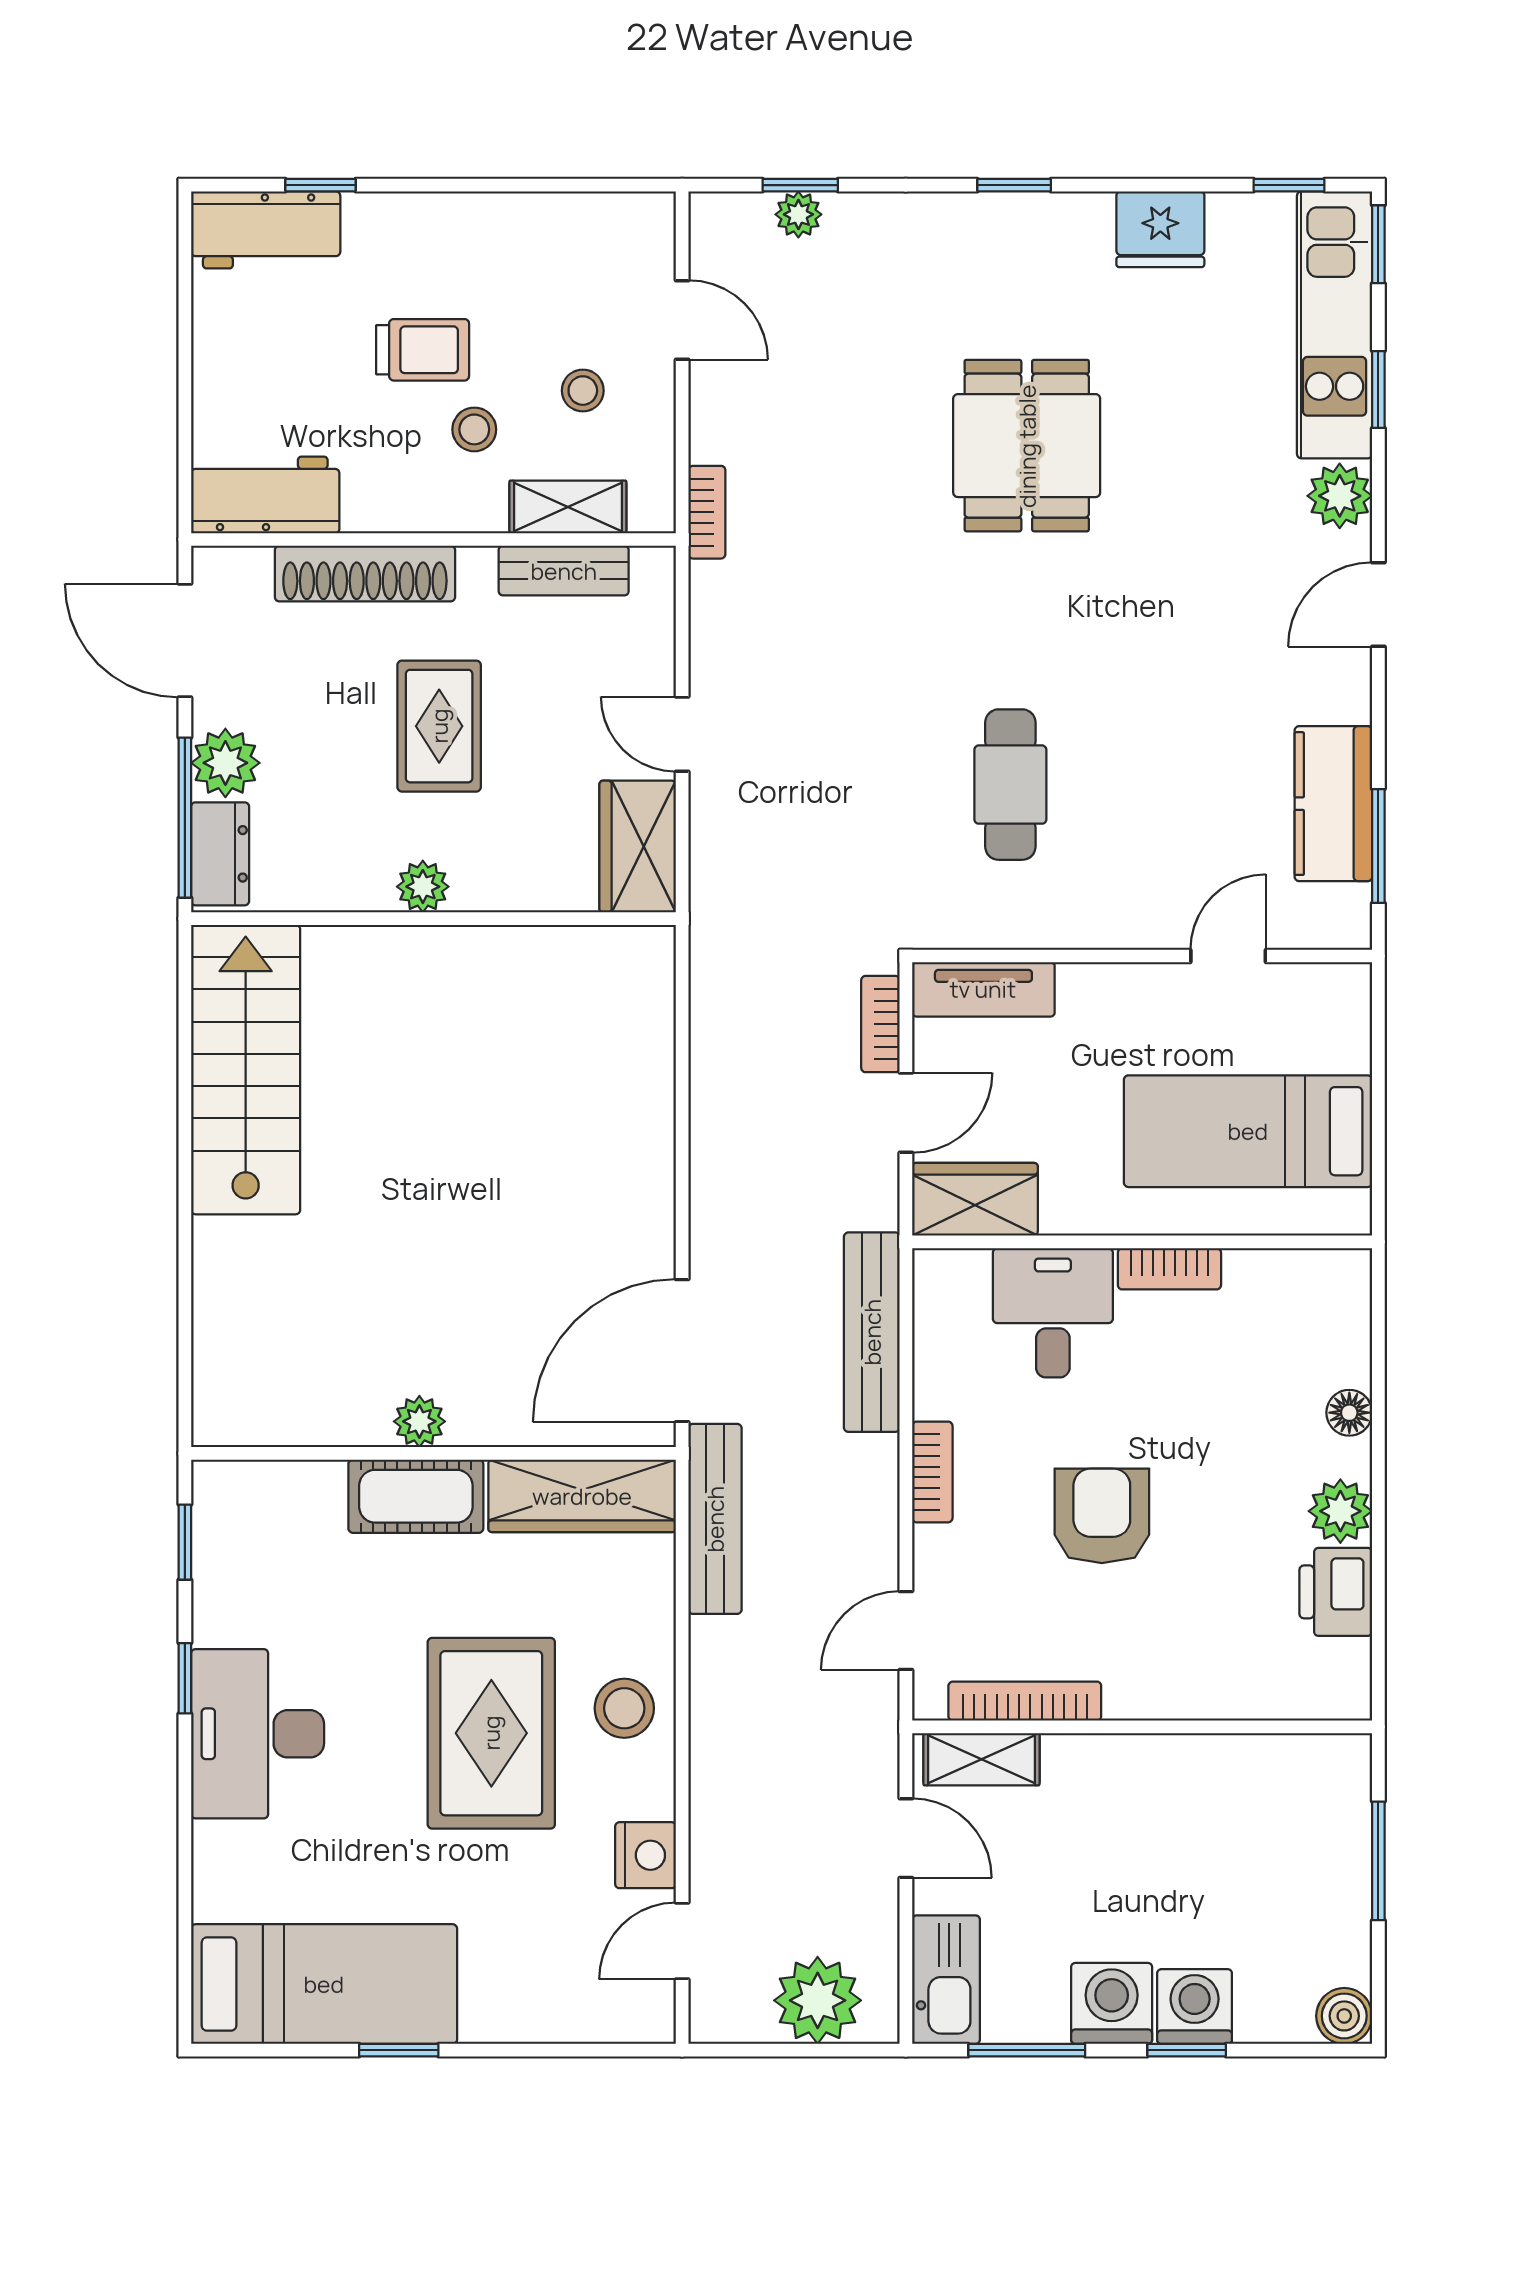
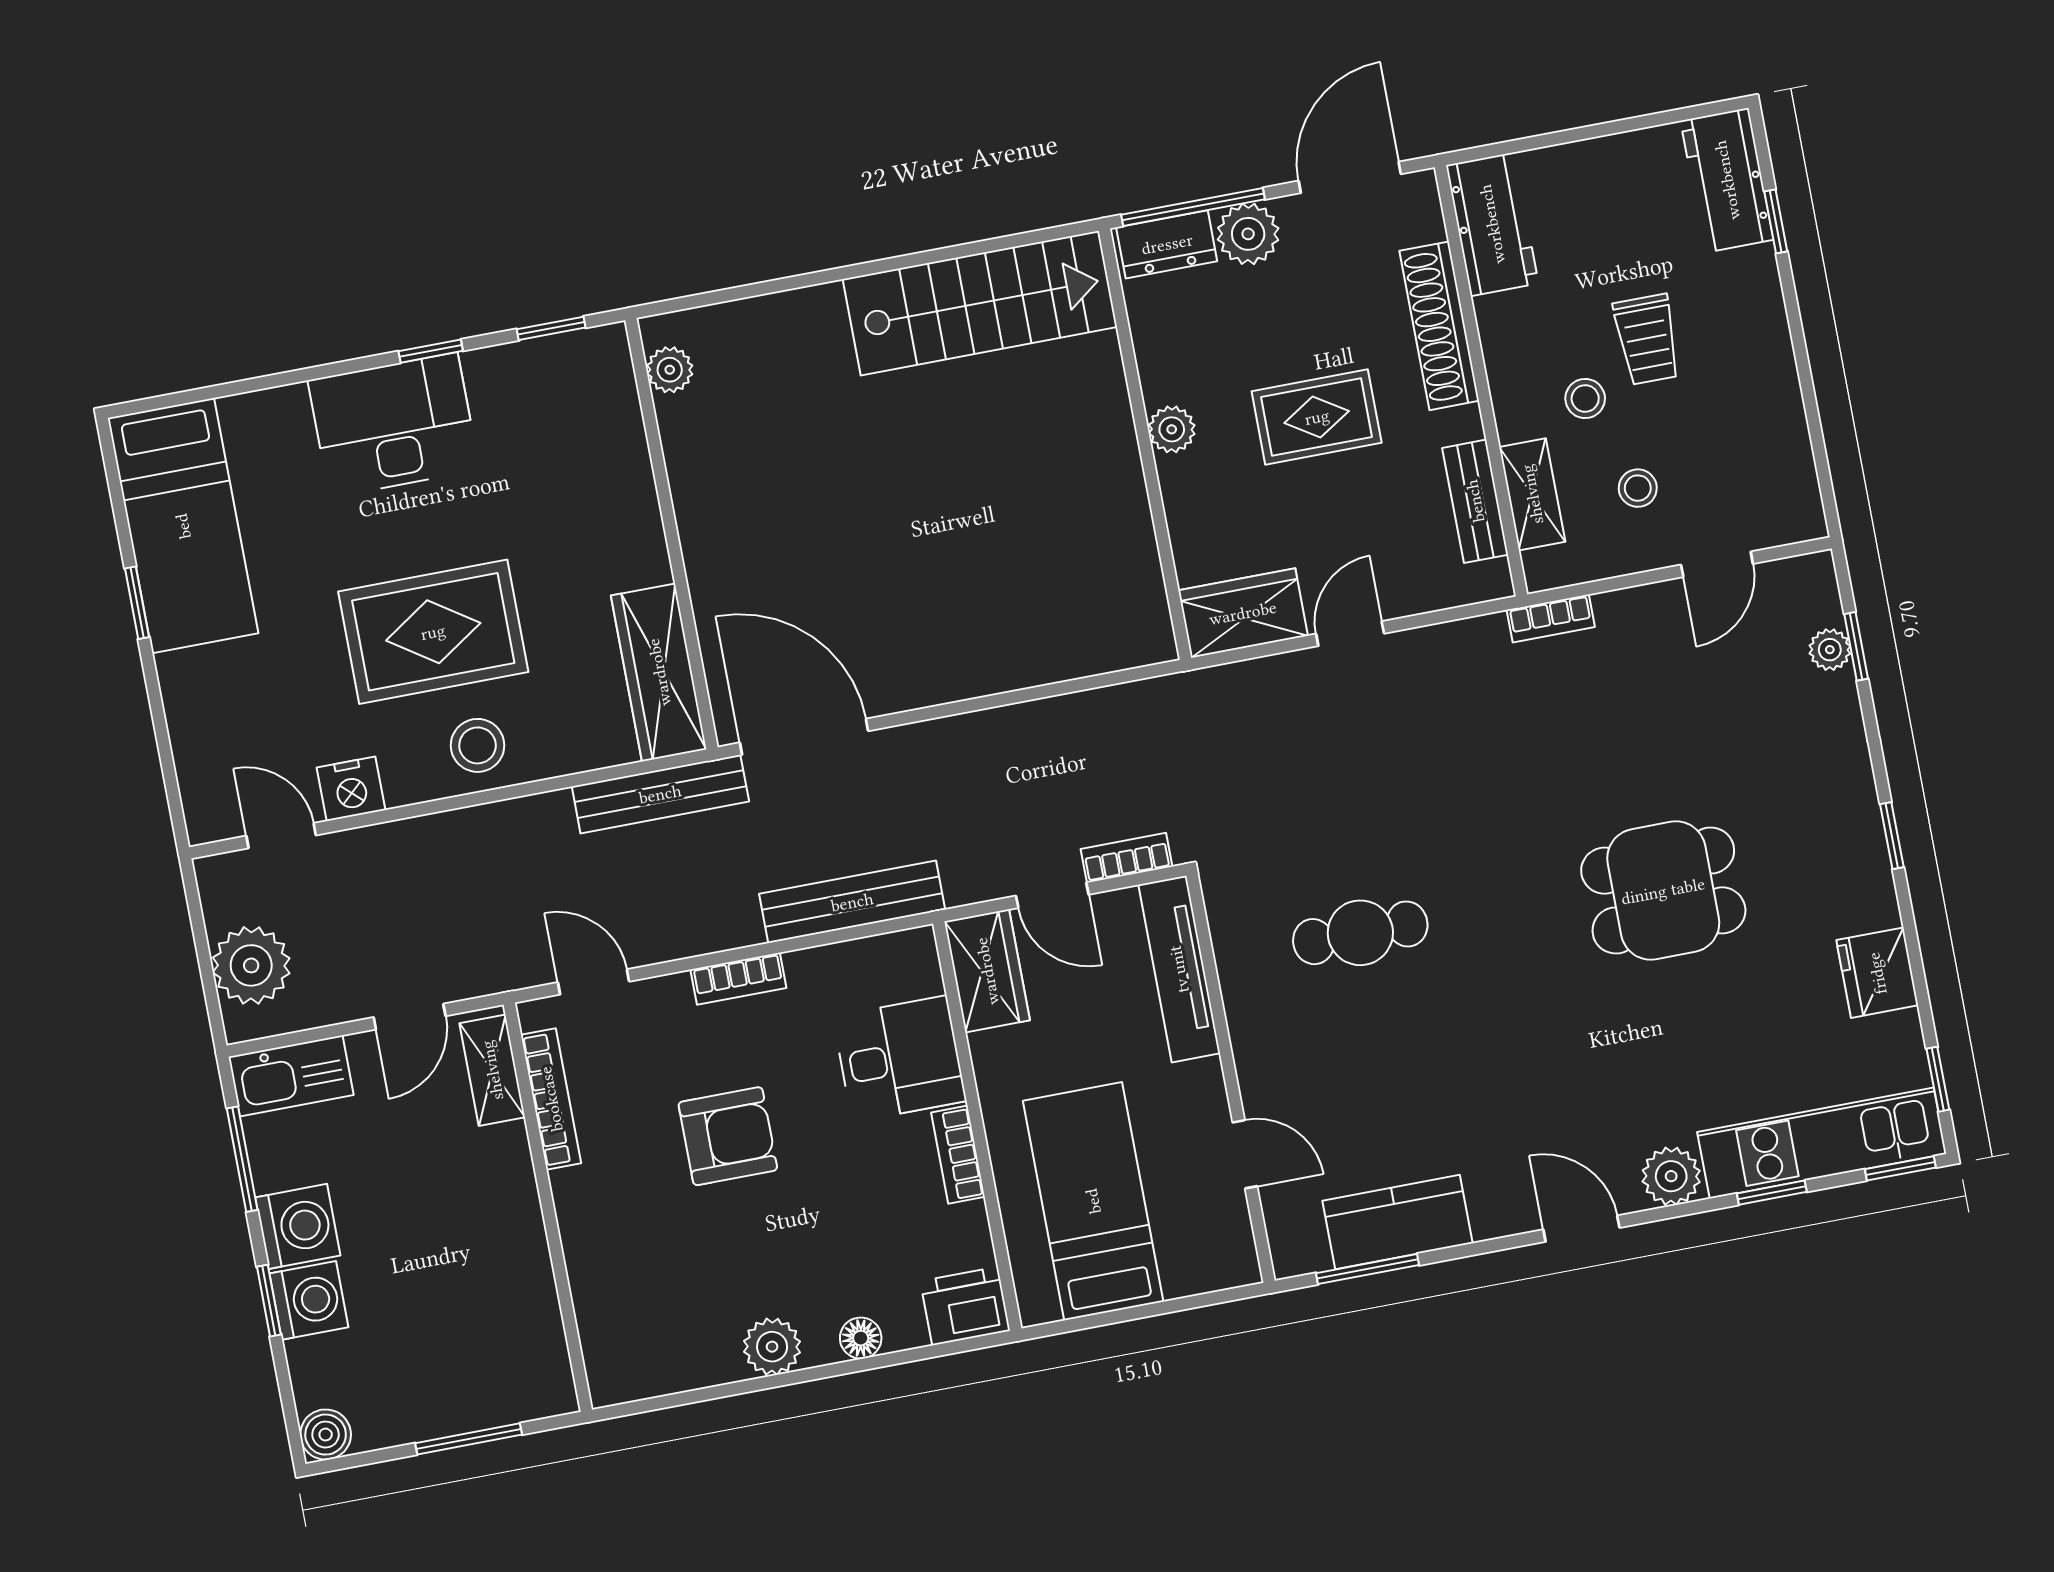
tv unit: (983, 989) -> (1179, 969), width x1.41
plant: (419, 1421) -> (670, 370), moved
cot: (416, 1496) -> (631, 525), removed
printer: (1336, 1592) -> (965, 1306), moved

